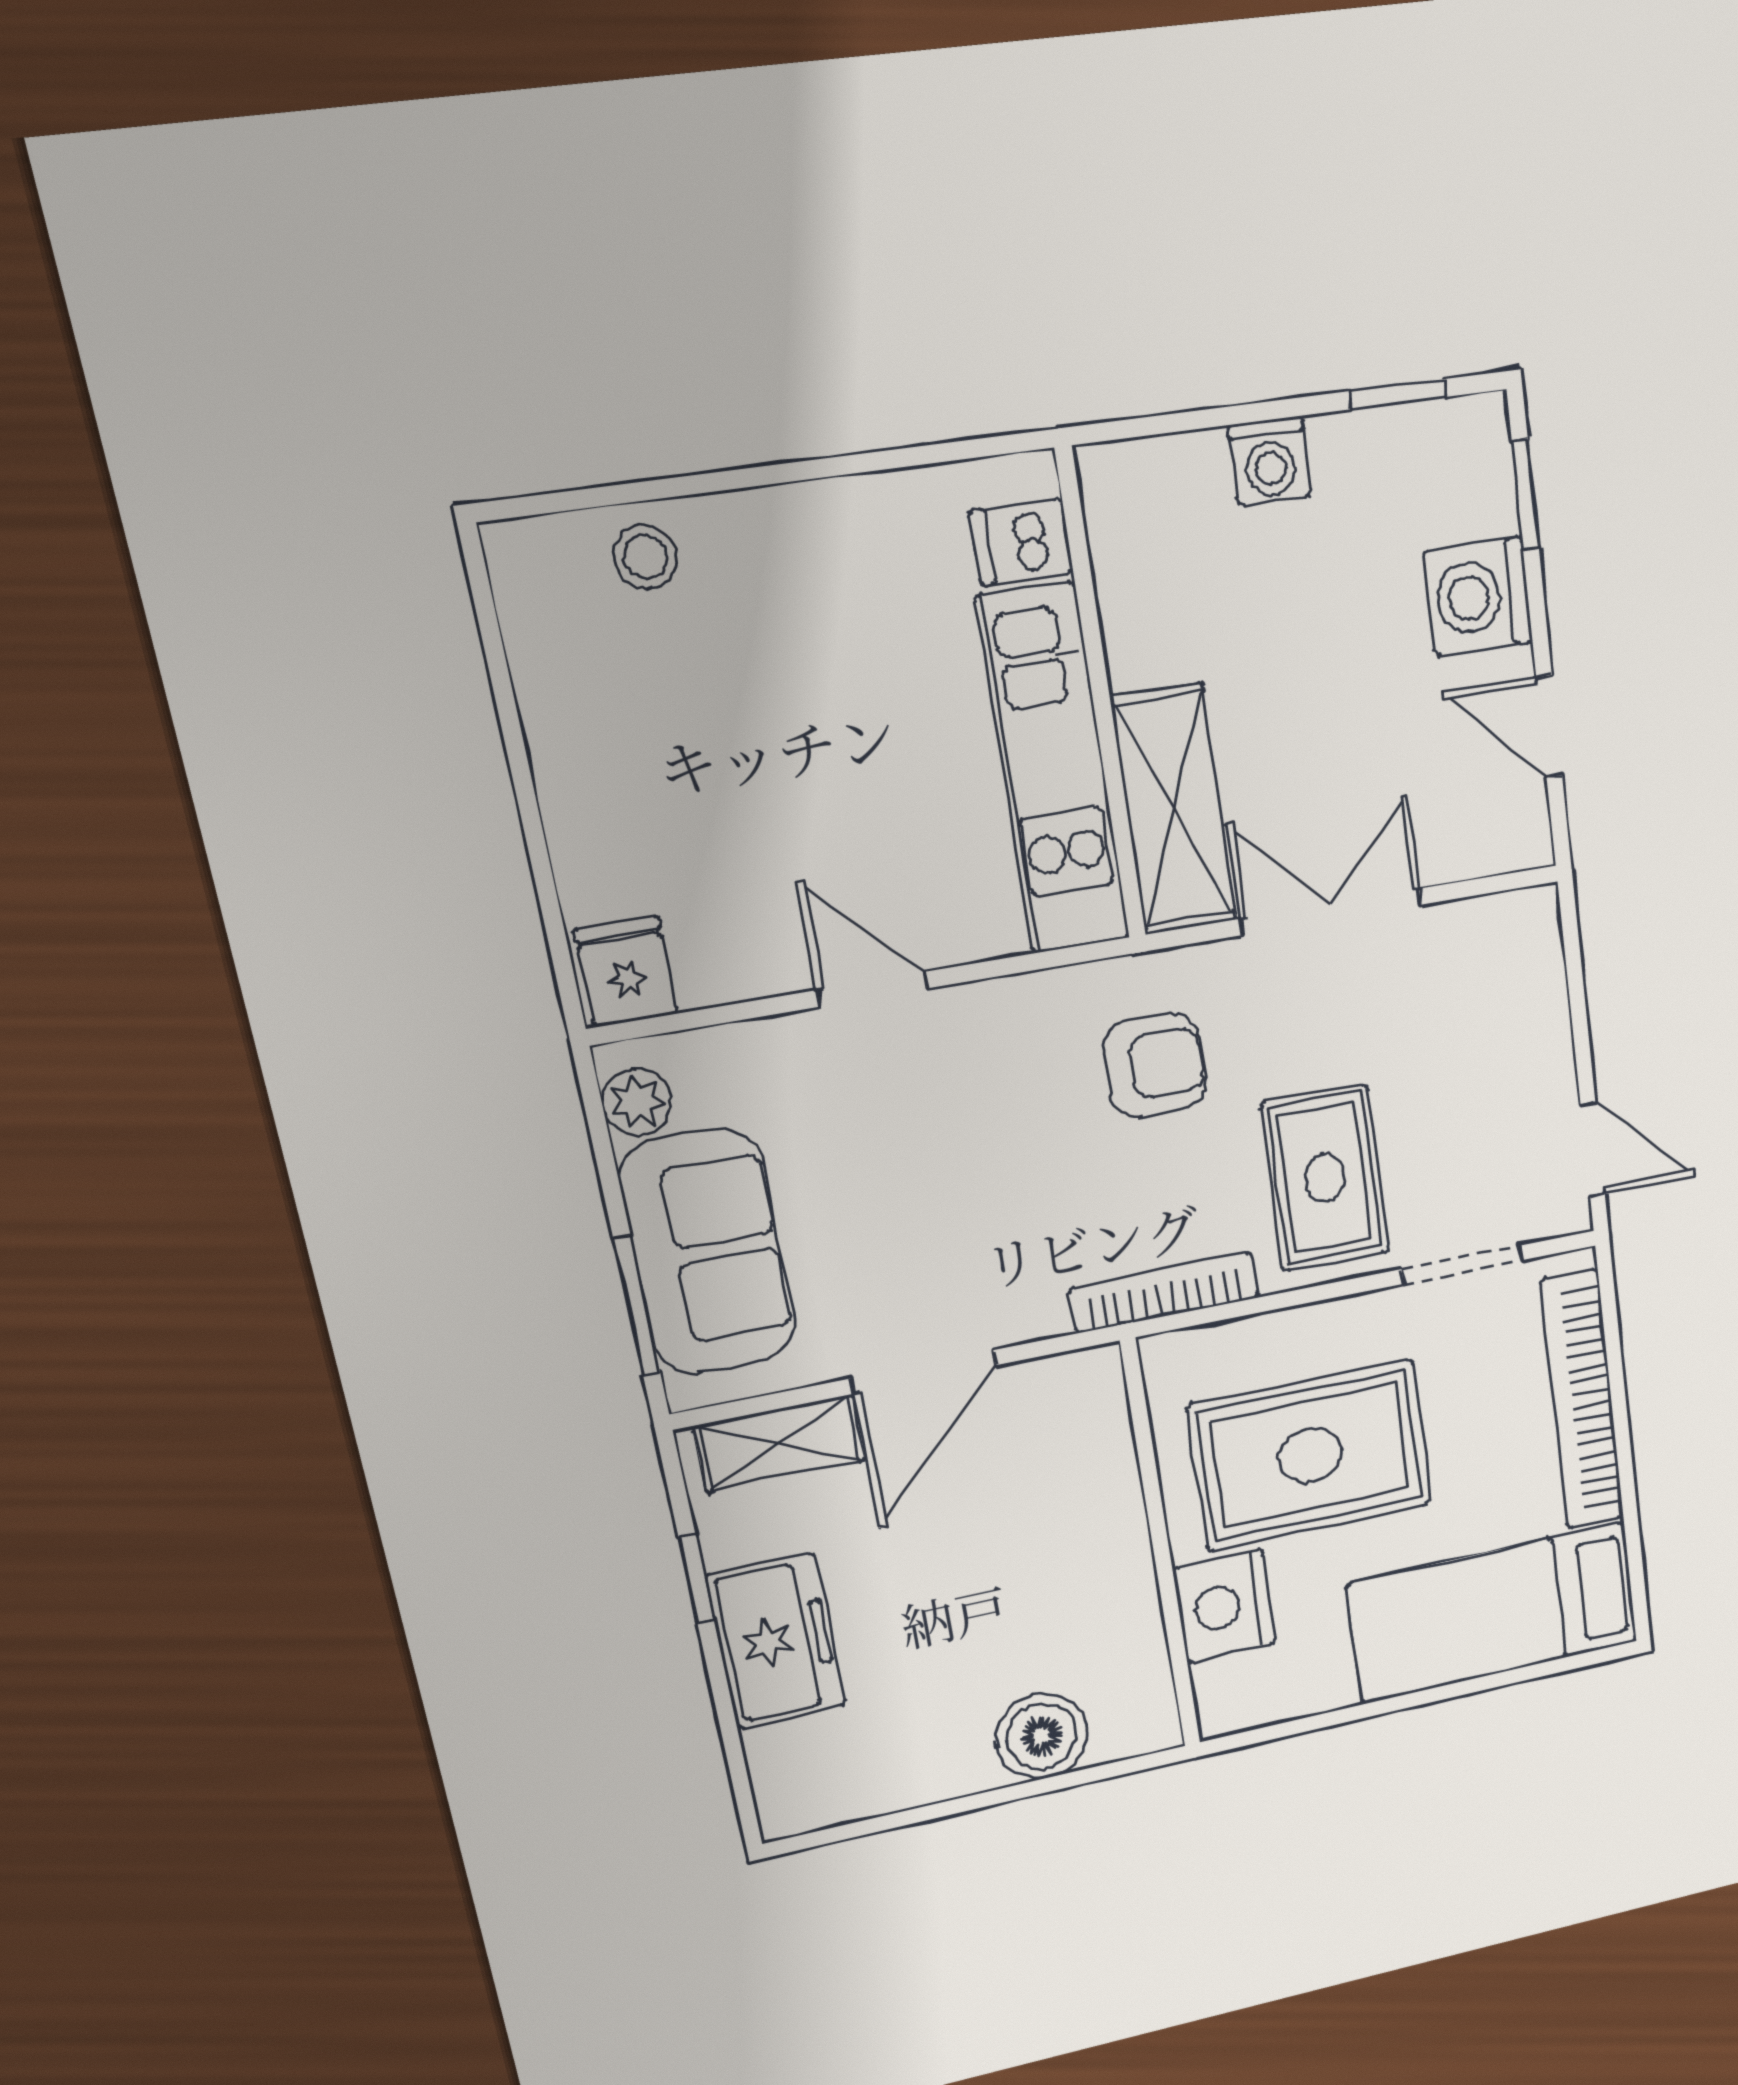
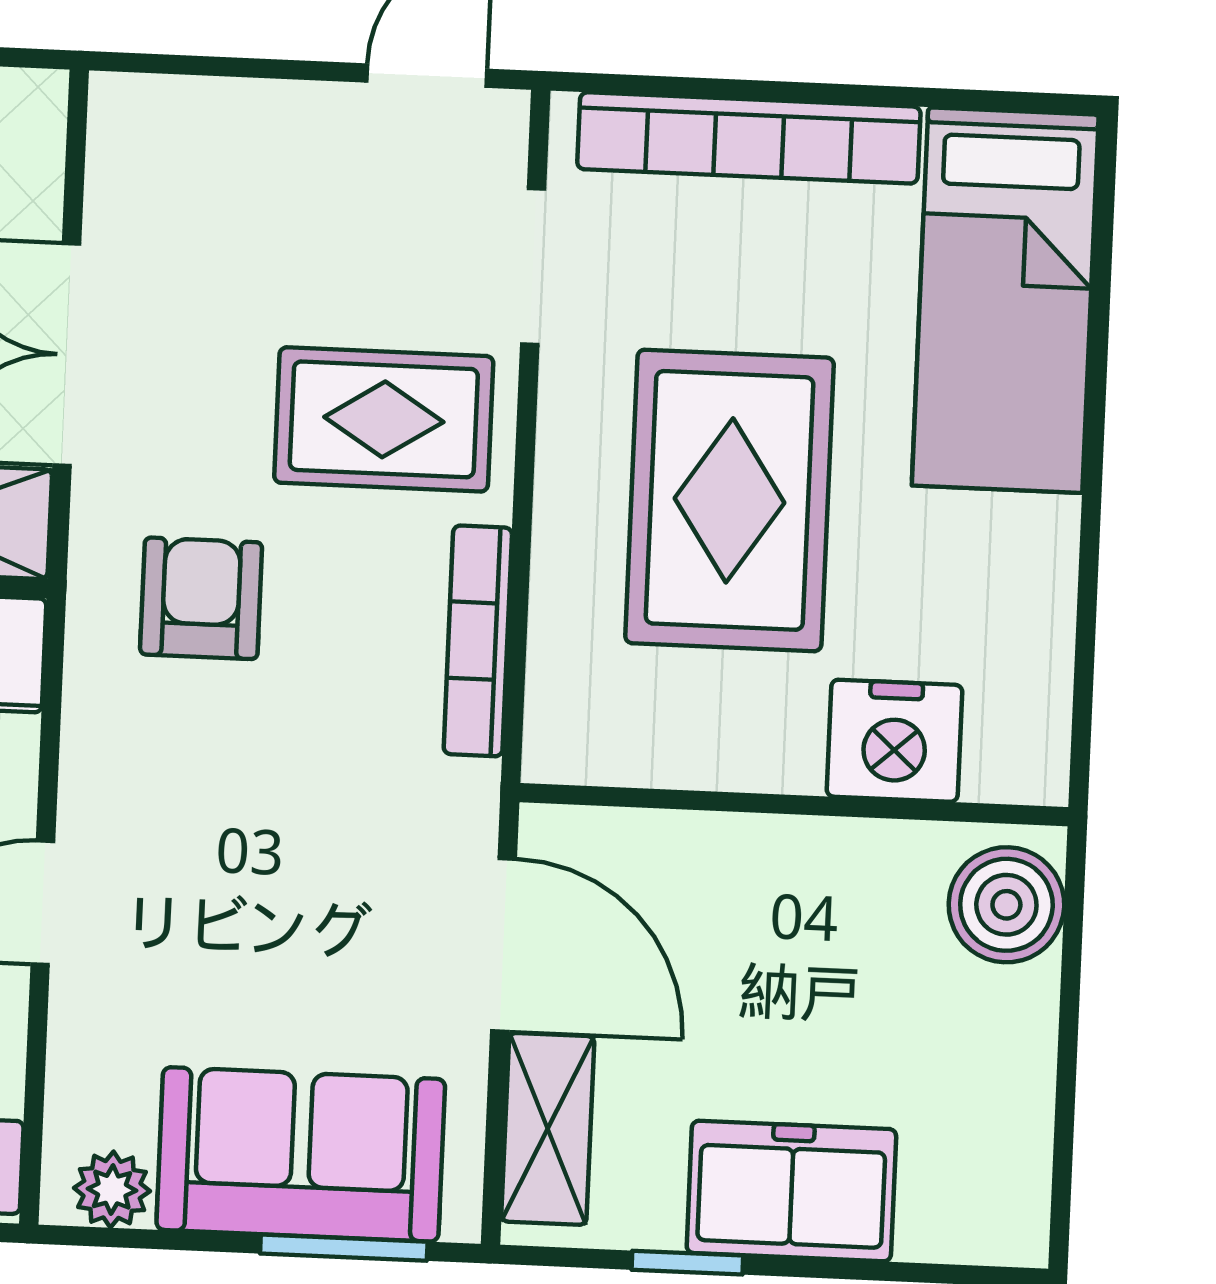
wall: (1161, 1546) -> (794, 805), moved
nightstand: (1225, 1606) -> (895, 741), moved

